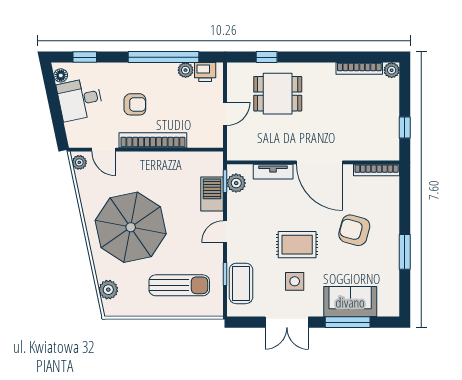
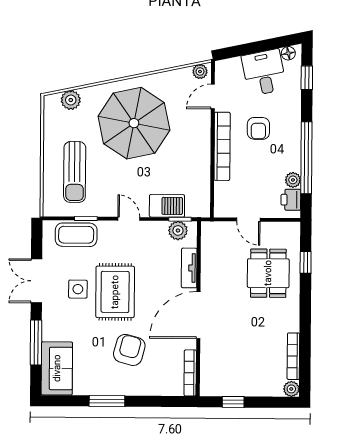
rug: (297, 245) -> (115, 292), width x1.36, depth x1.43
sofa: (350, 302) -> (57, 368), moved

